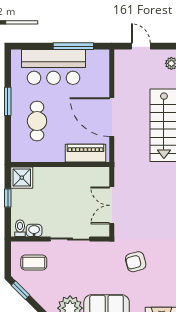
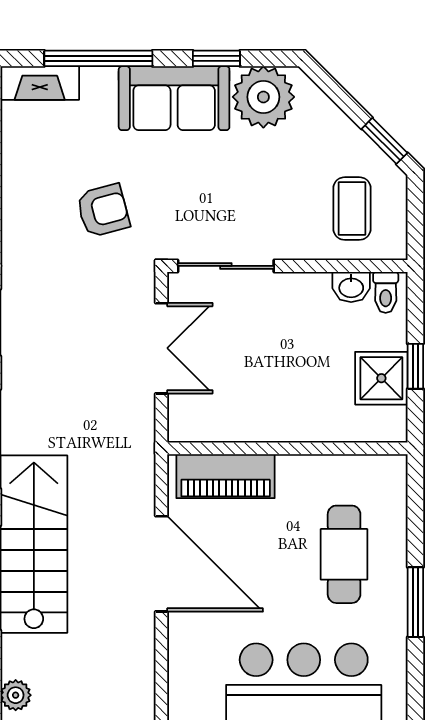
shower: (22, 178) -> (381, 378), moved
sliding door: (70, 239) -> (226, 266), moved
coffee table: (34, 263) -> (352, 209), turned 90

